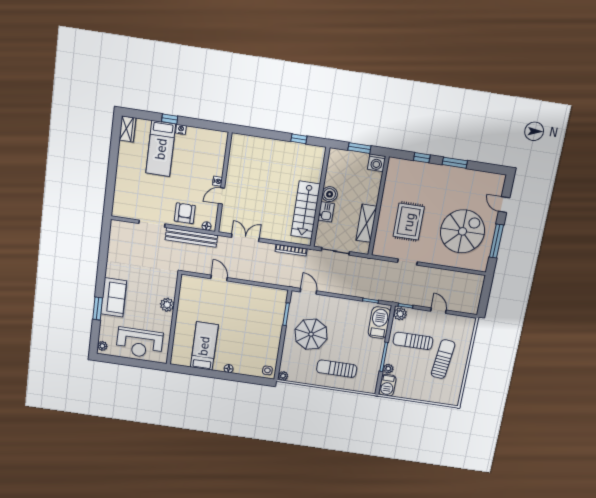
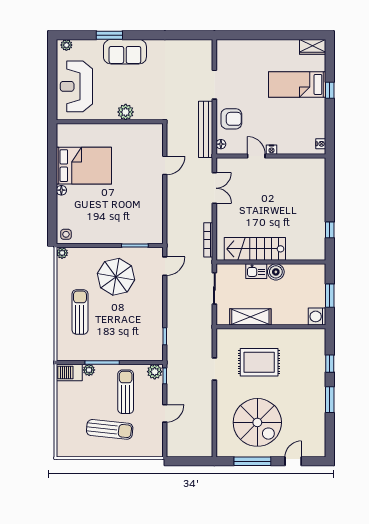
nightstand: (181, 129) -> (321, 144), moved
barbecue: (379, 323) -> (141, 350), removed
bed: (204, 346) -> (84, 166), width x1.50

